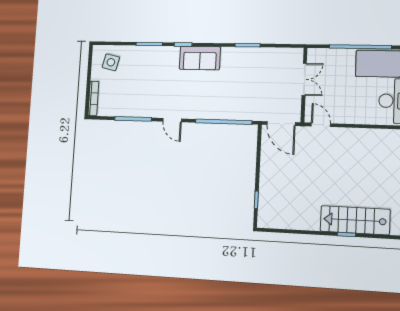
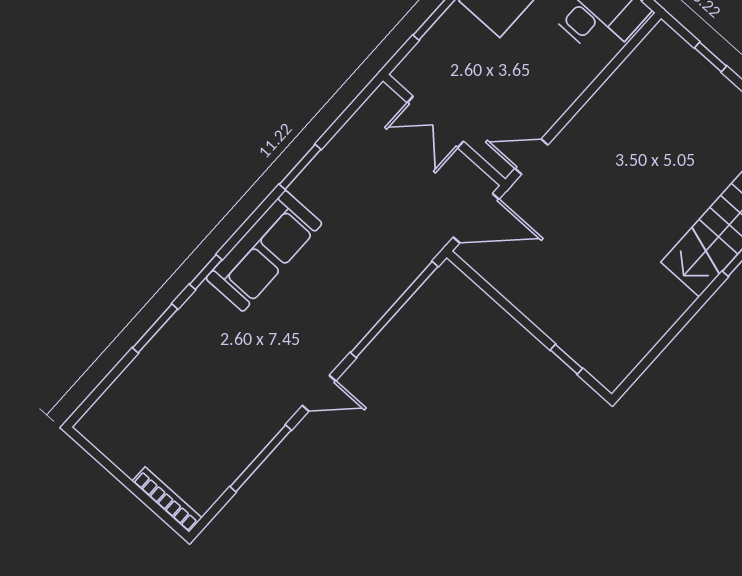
sofa: (200, 58) -> (264, 251), width x1.36
side table: (111, 62) -> (130, 420), removed
double door: (304, 79) -> (435, 122), swing flipped

